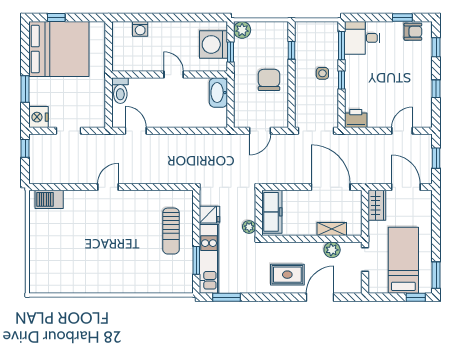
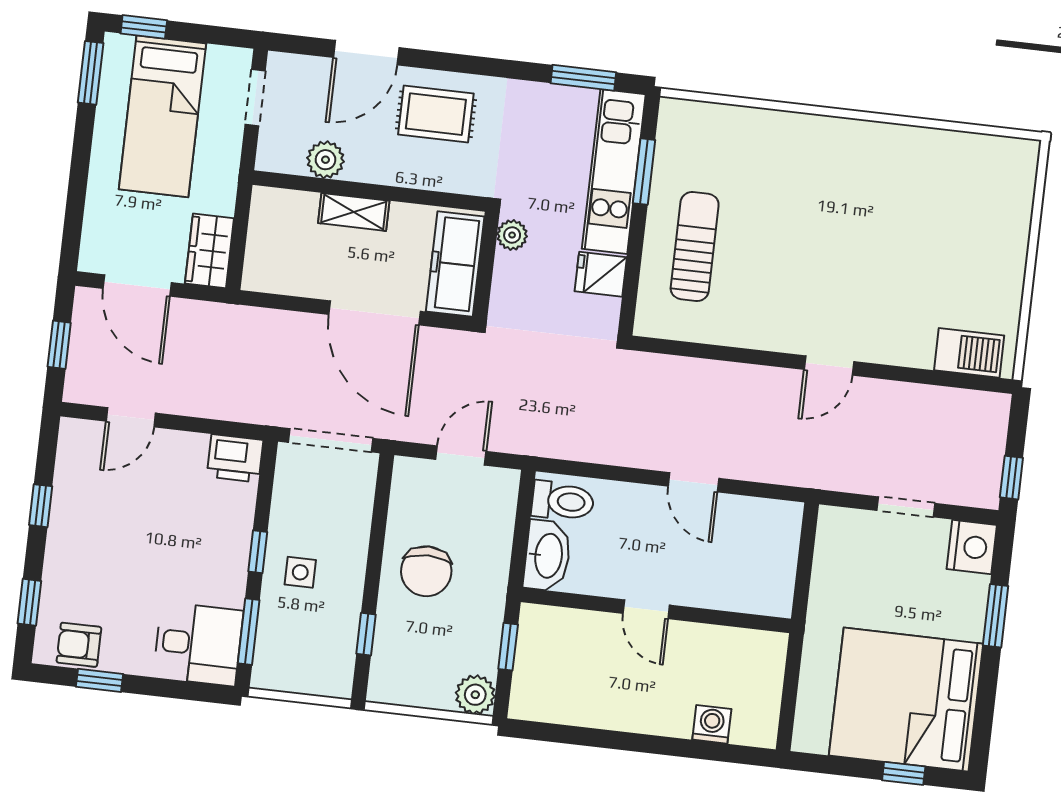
washing machine: (213, 44) -> (546, 669), removed
toilet: (120, 91) -> (563, 501), moved, turned 90
door: (136, 131) -> (693, 482), moved
door: (331, 187) -> (374, 313), moved
shelving: (332, 229) -> (354, 212), moved
doorway: (365, 260) -> (255, 98), moved

